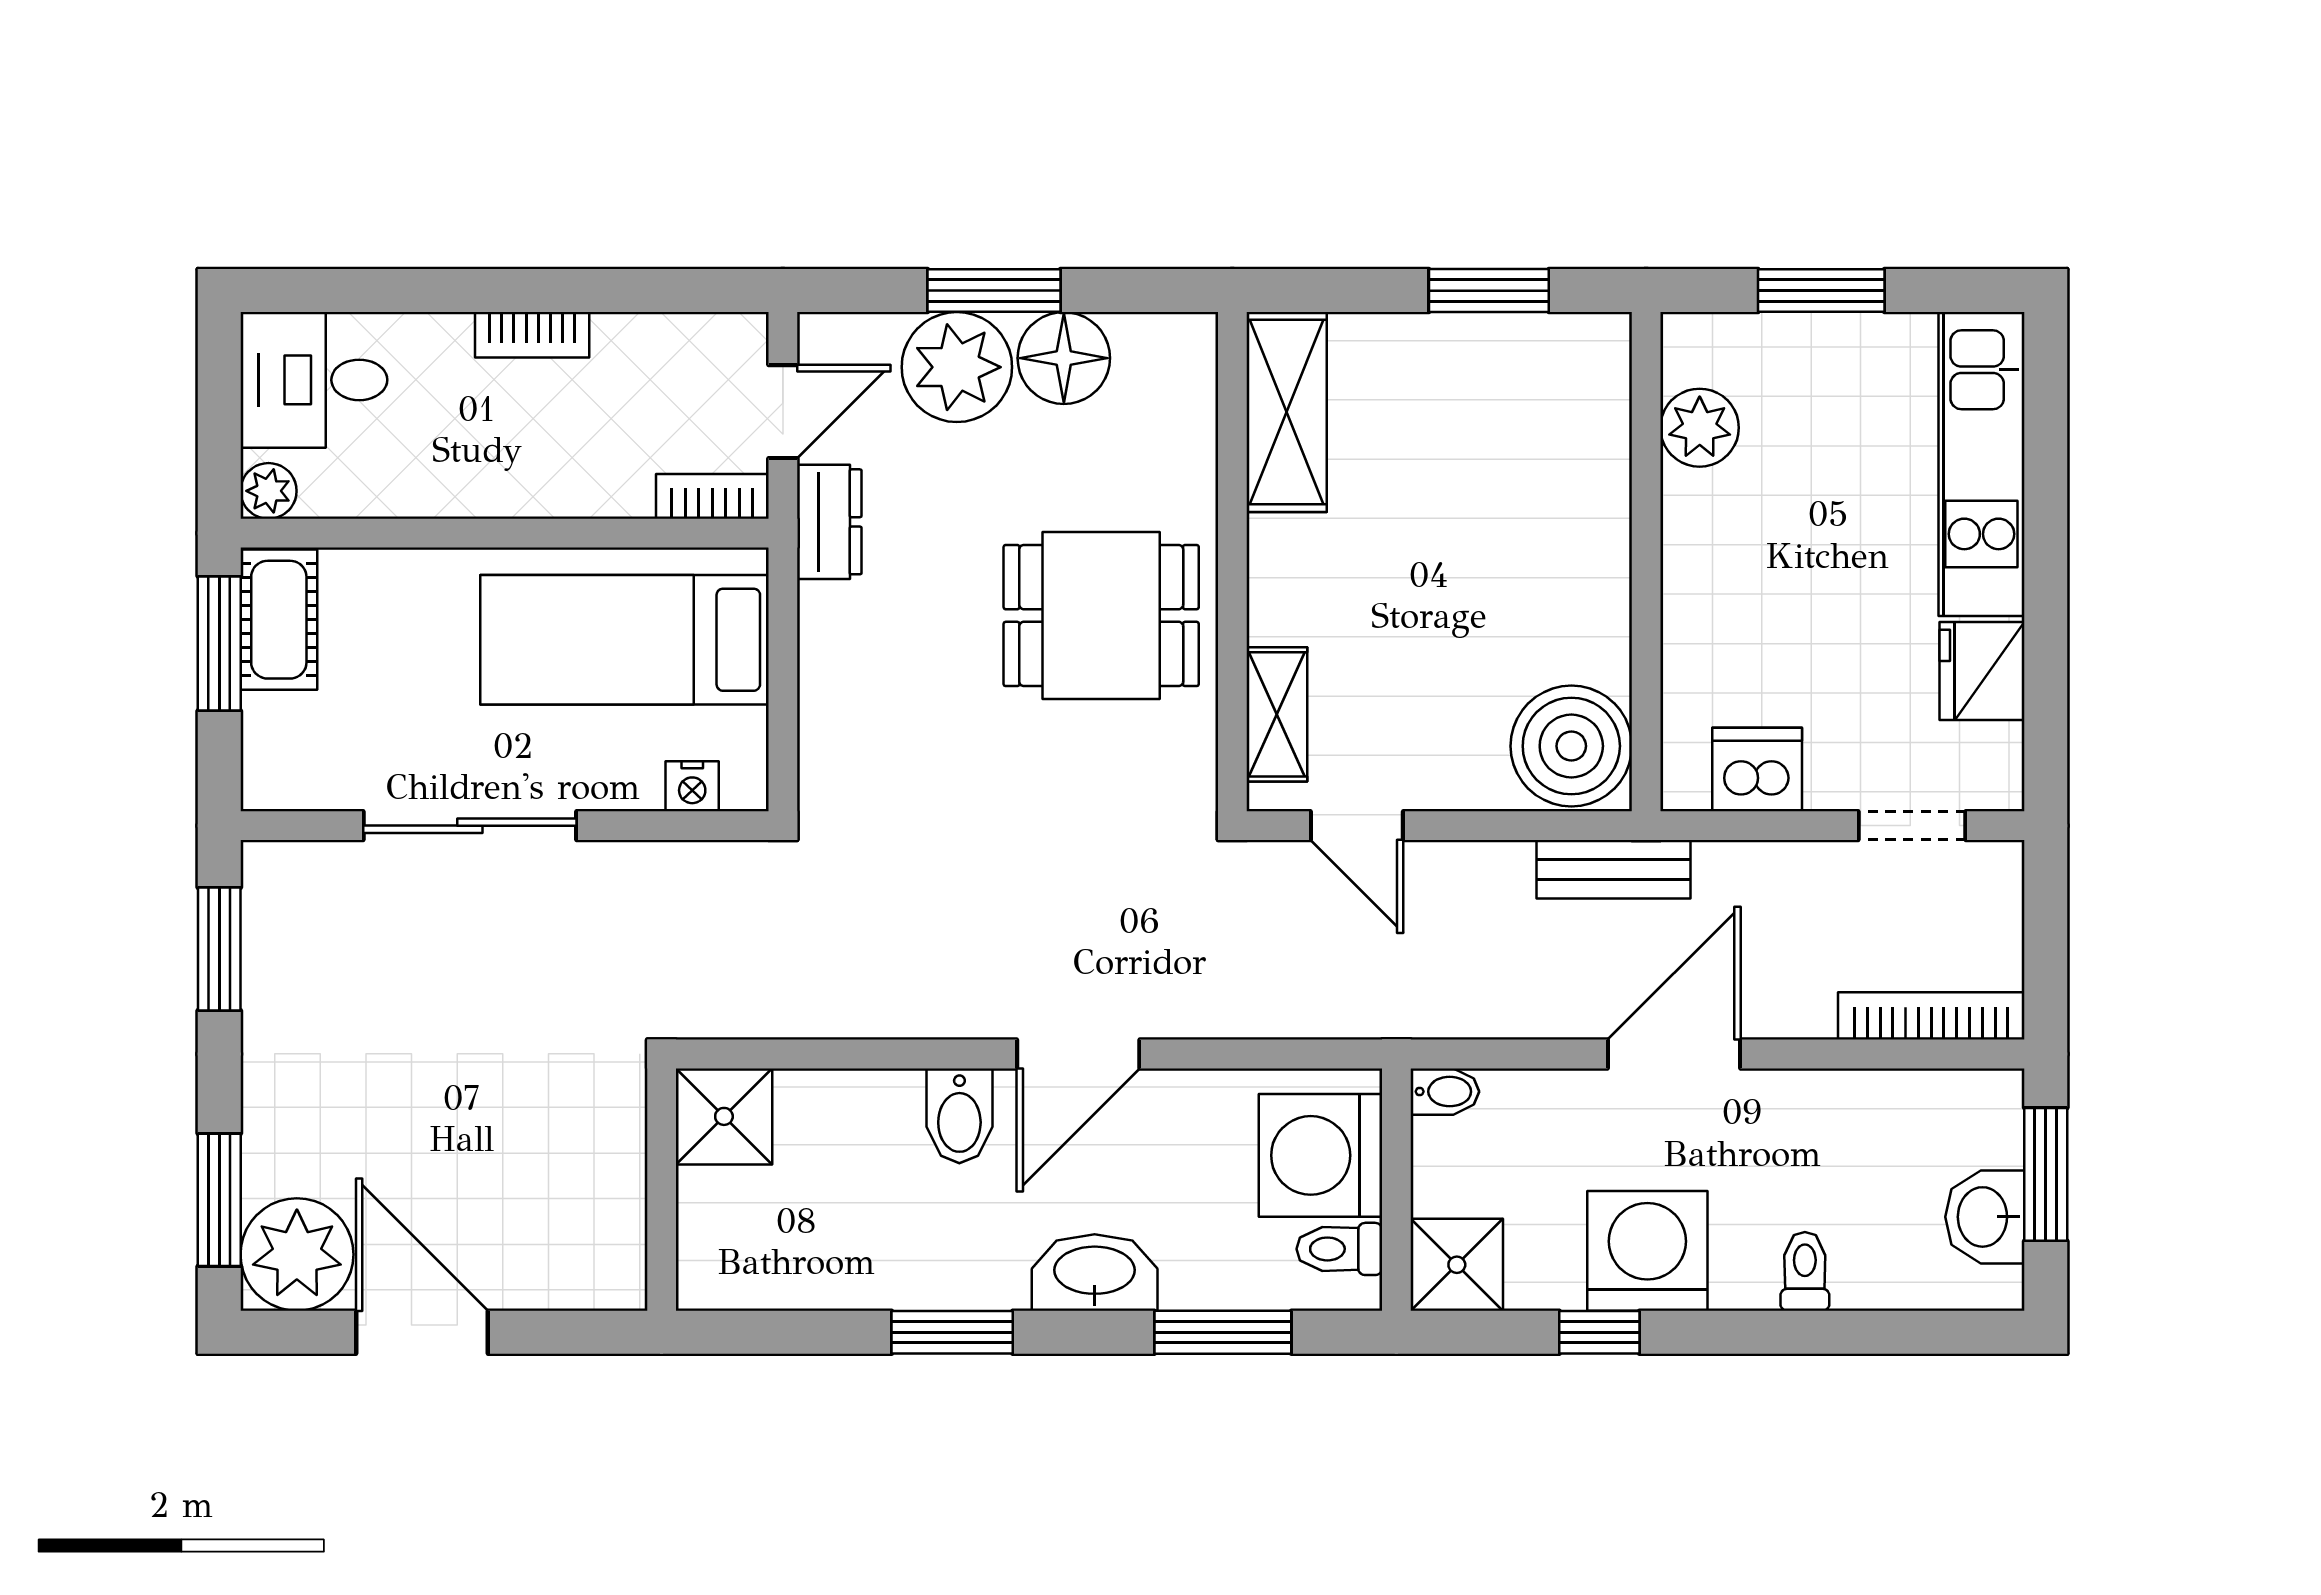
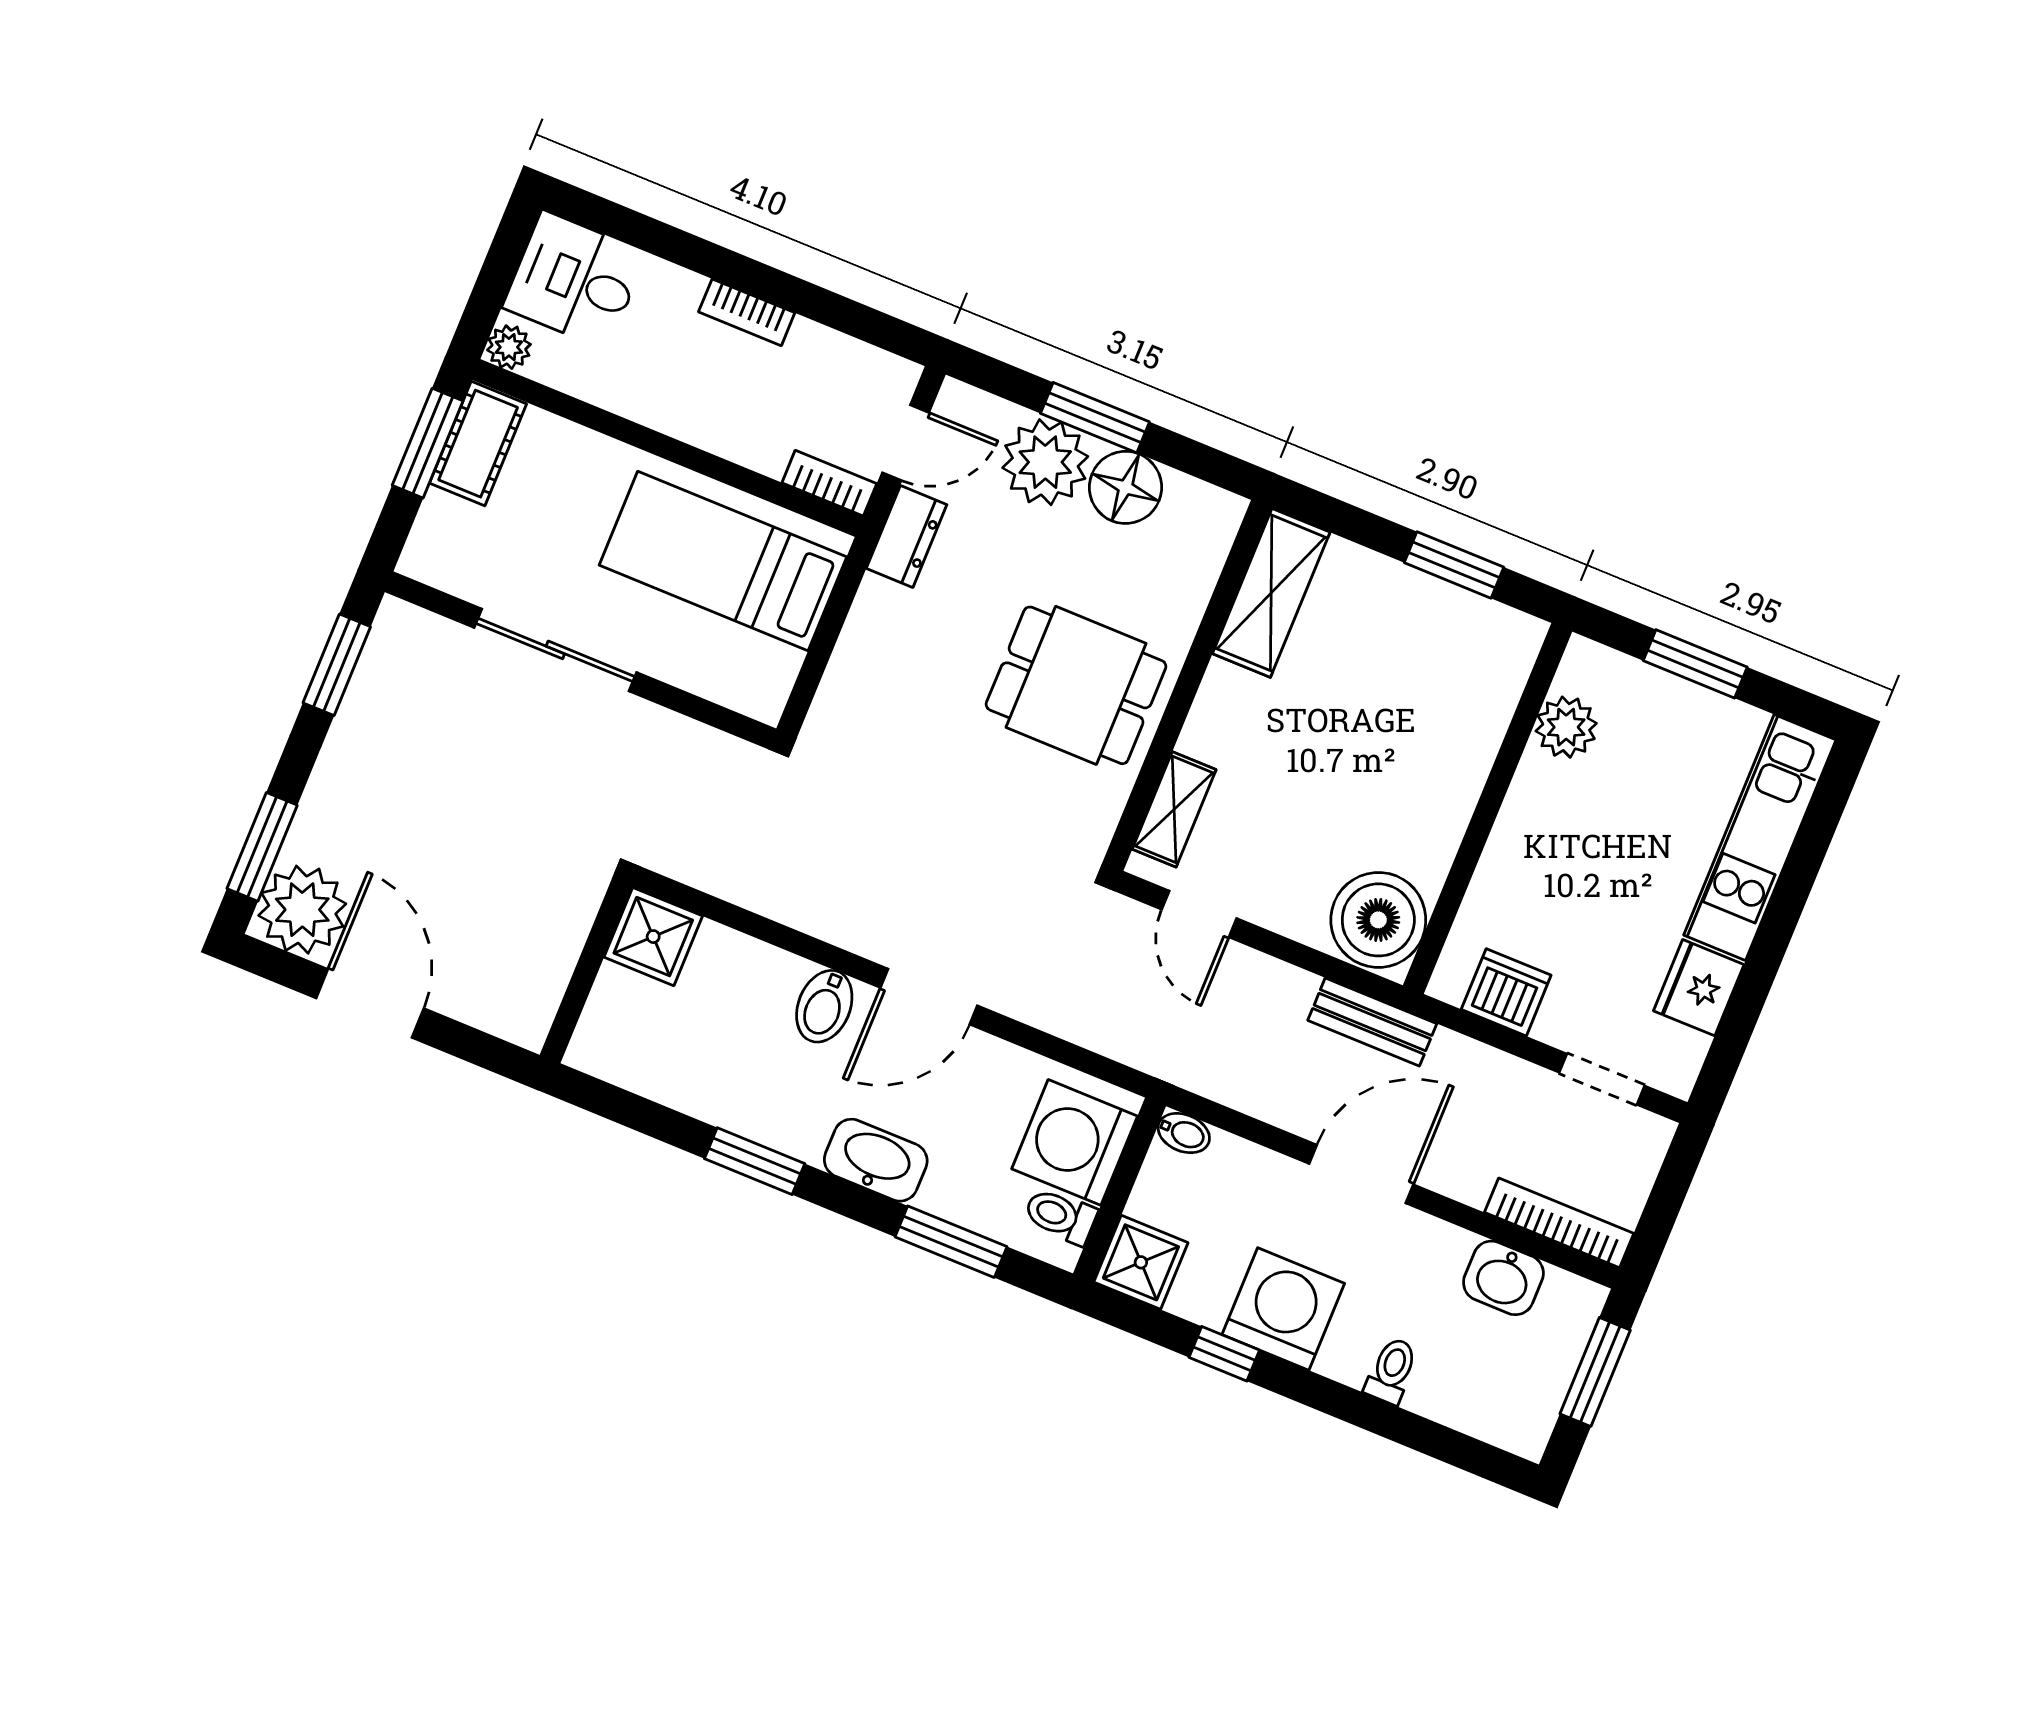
nightstand: (692, 786) -> (728, 688), removed
washbasin: (1985, 1217) -> (1503, 1278), moved, turned -90

